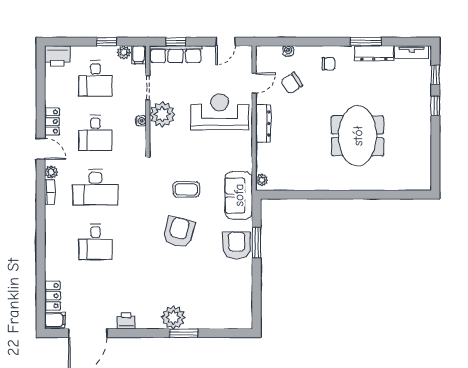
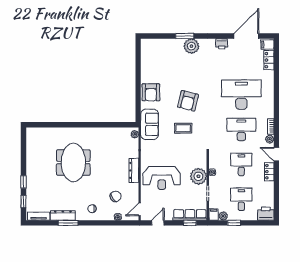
door: (254, 83) -> (140, 209), moved
desk: (95, 242) -> (241, 95), width x1.87, depth x1.30
window: (257, 243) -> (138, 94), removed

